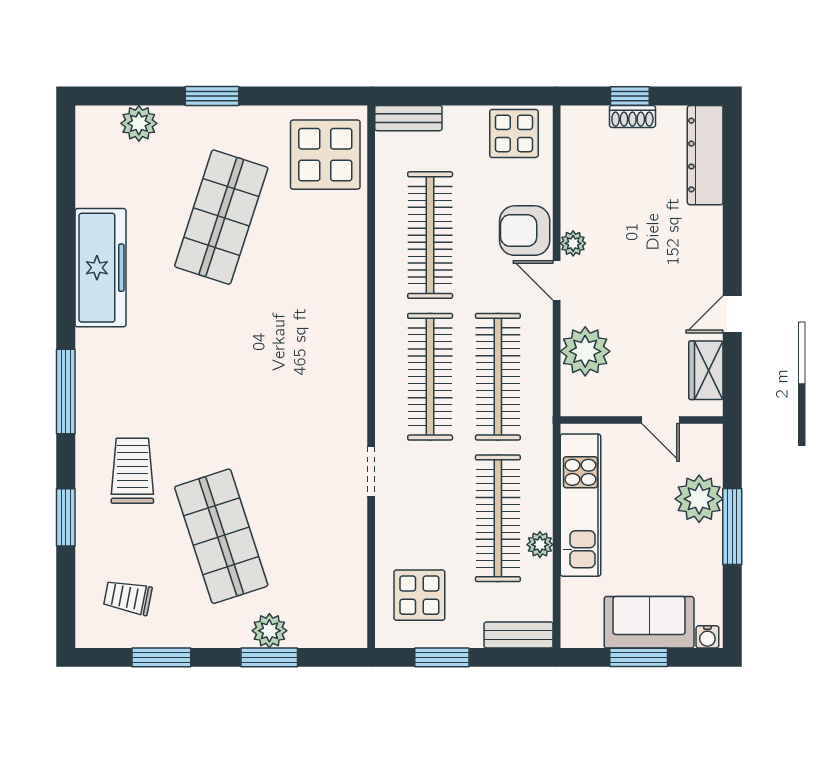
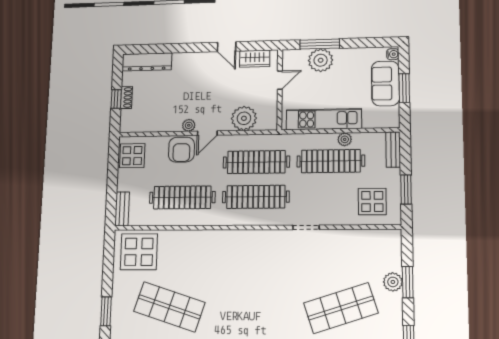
window: (732, 527) -> (320, 44), moved

